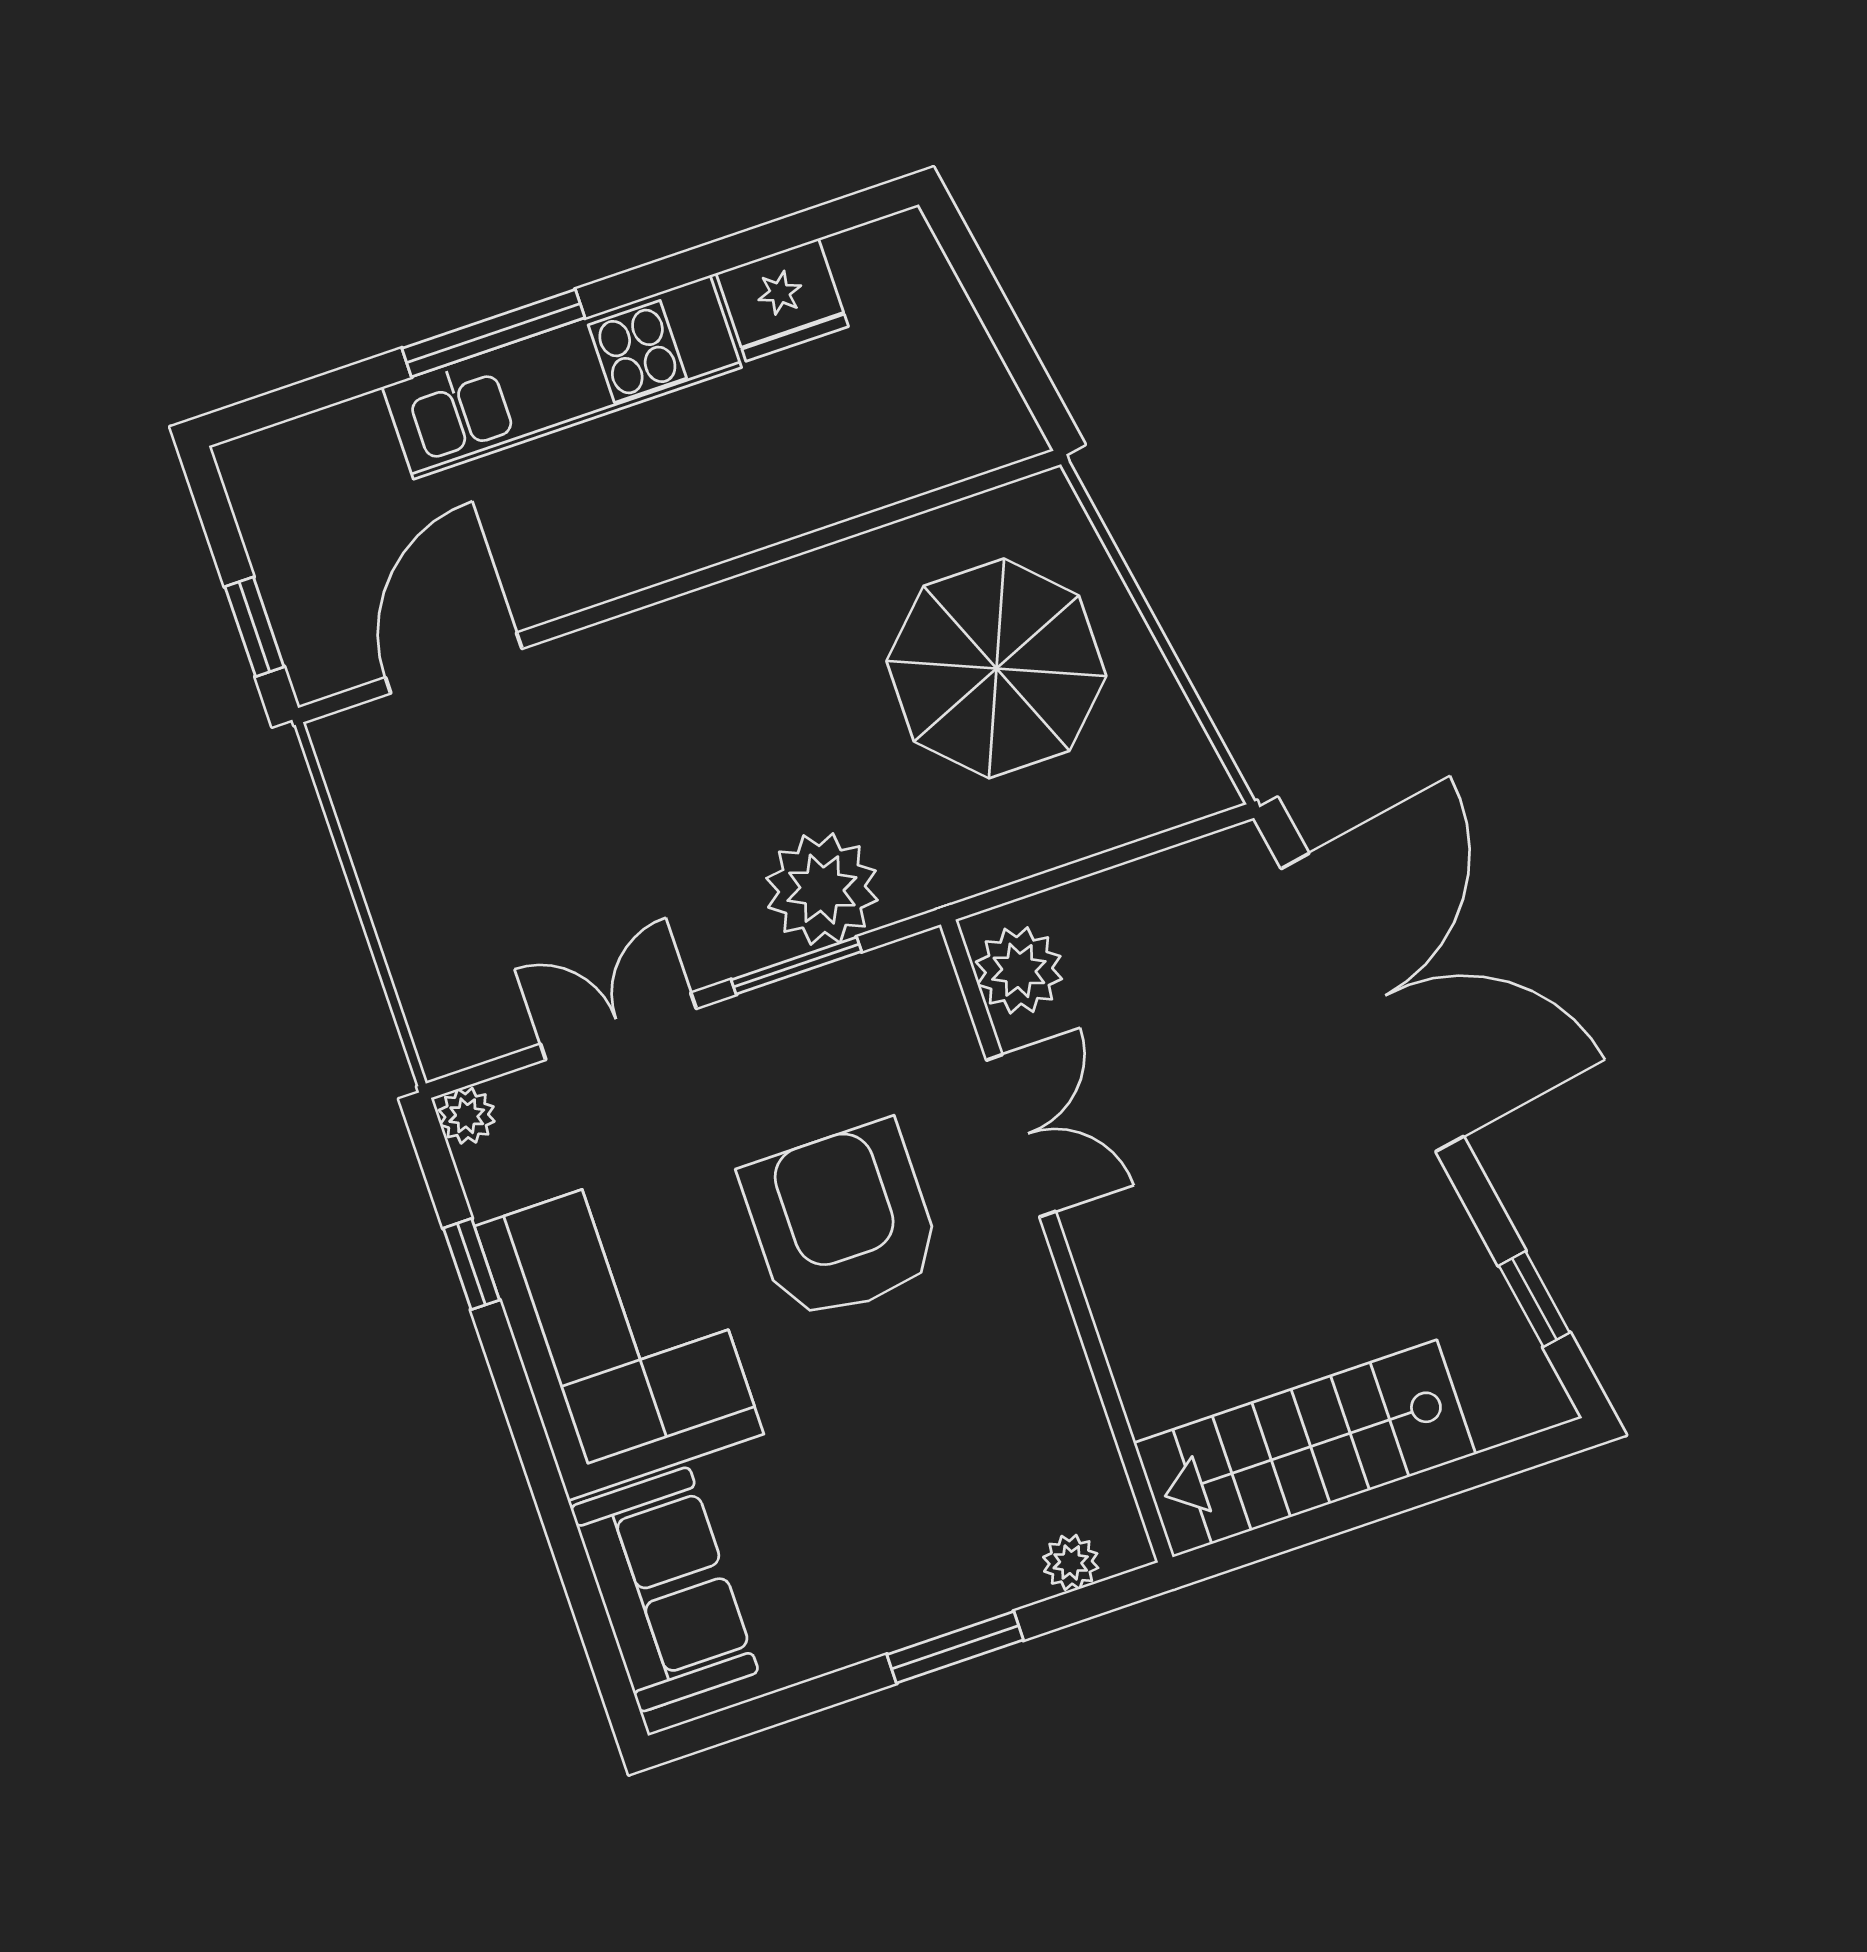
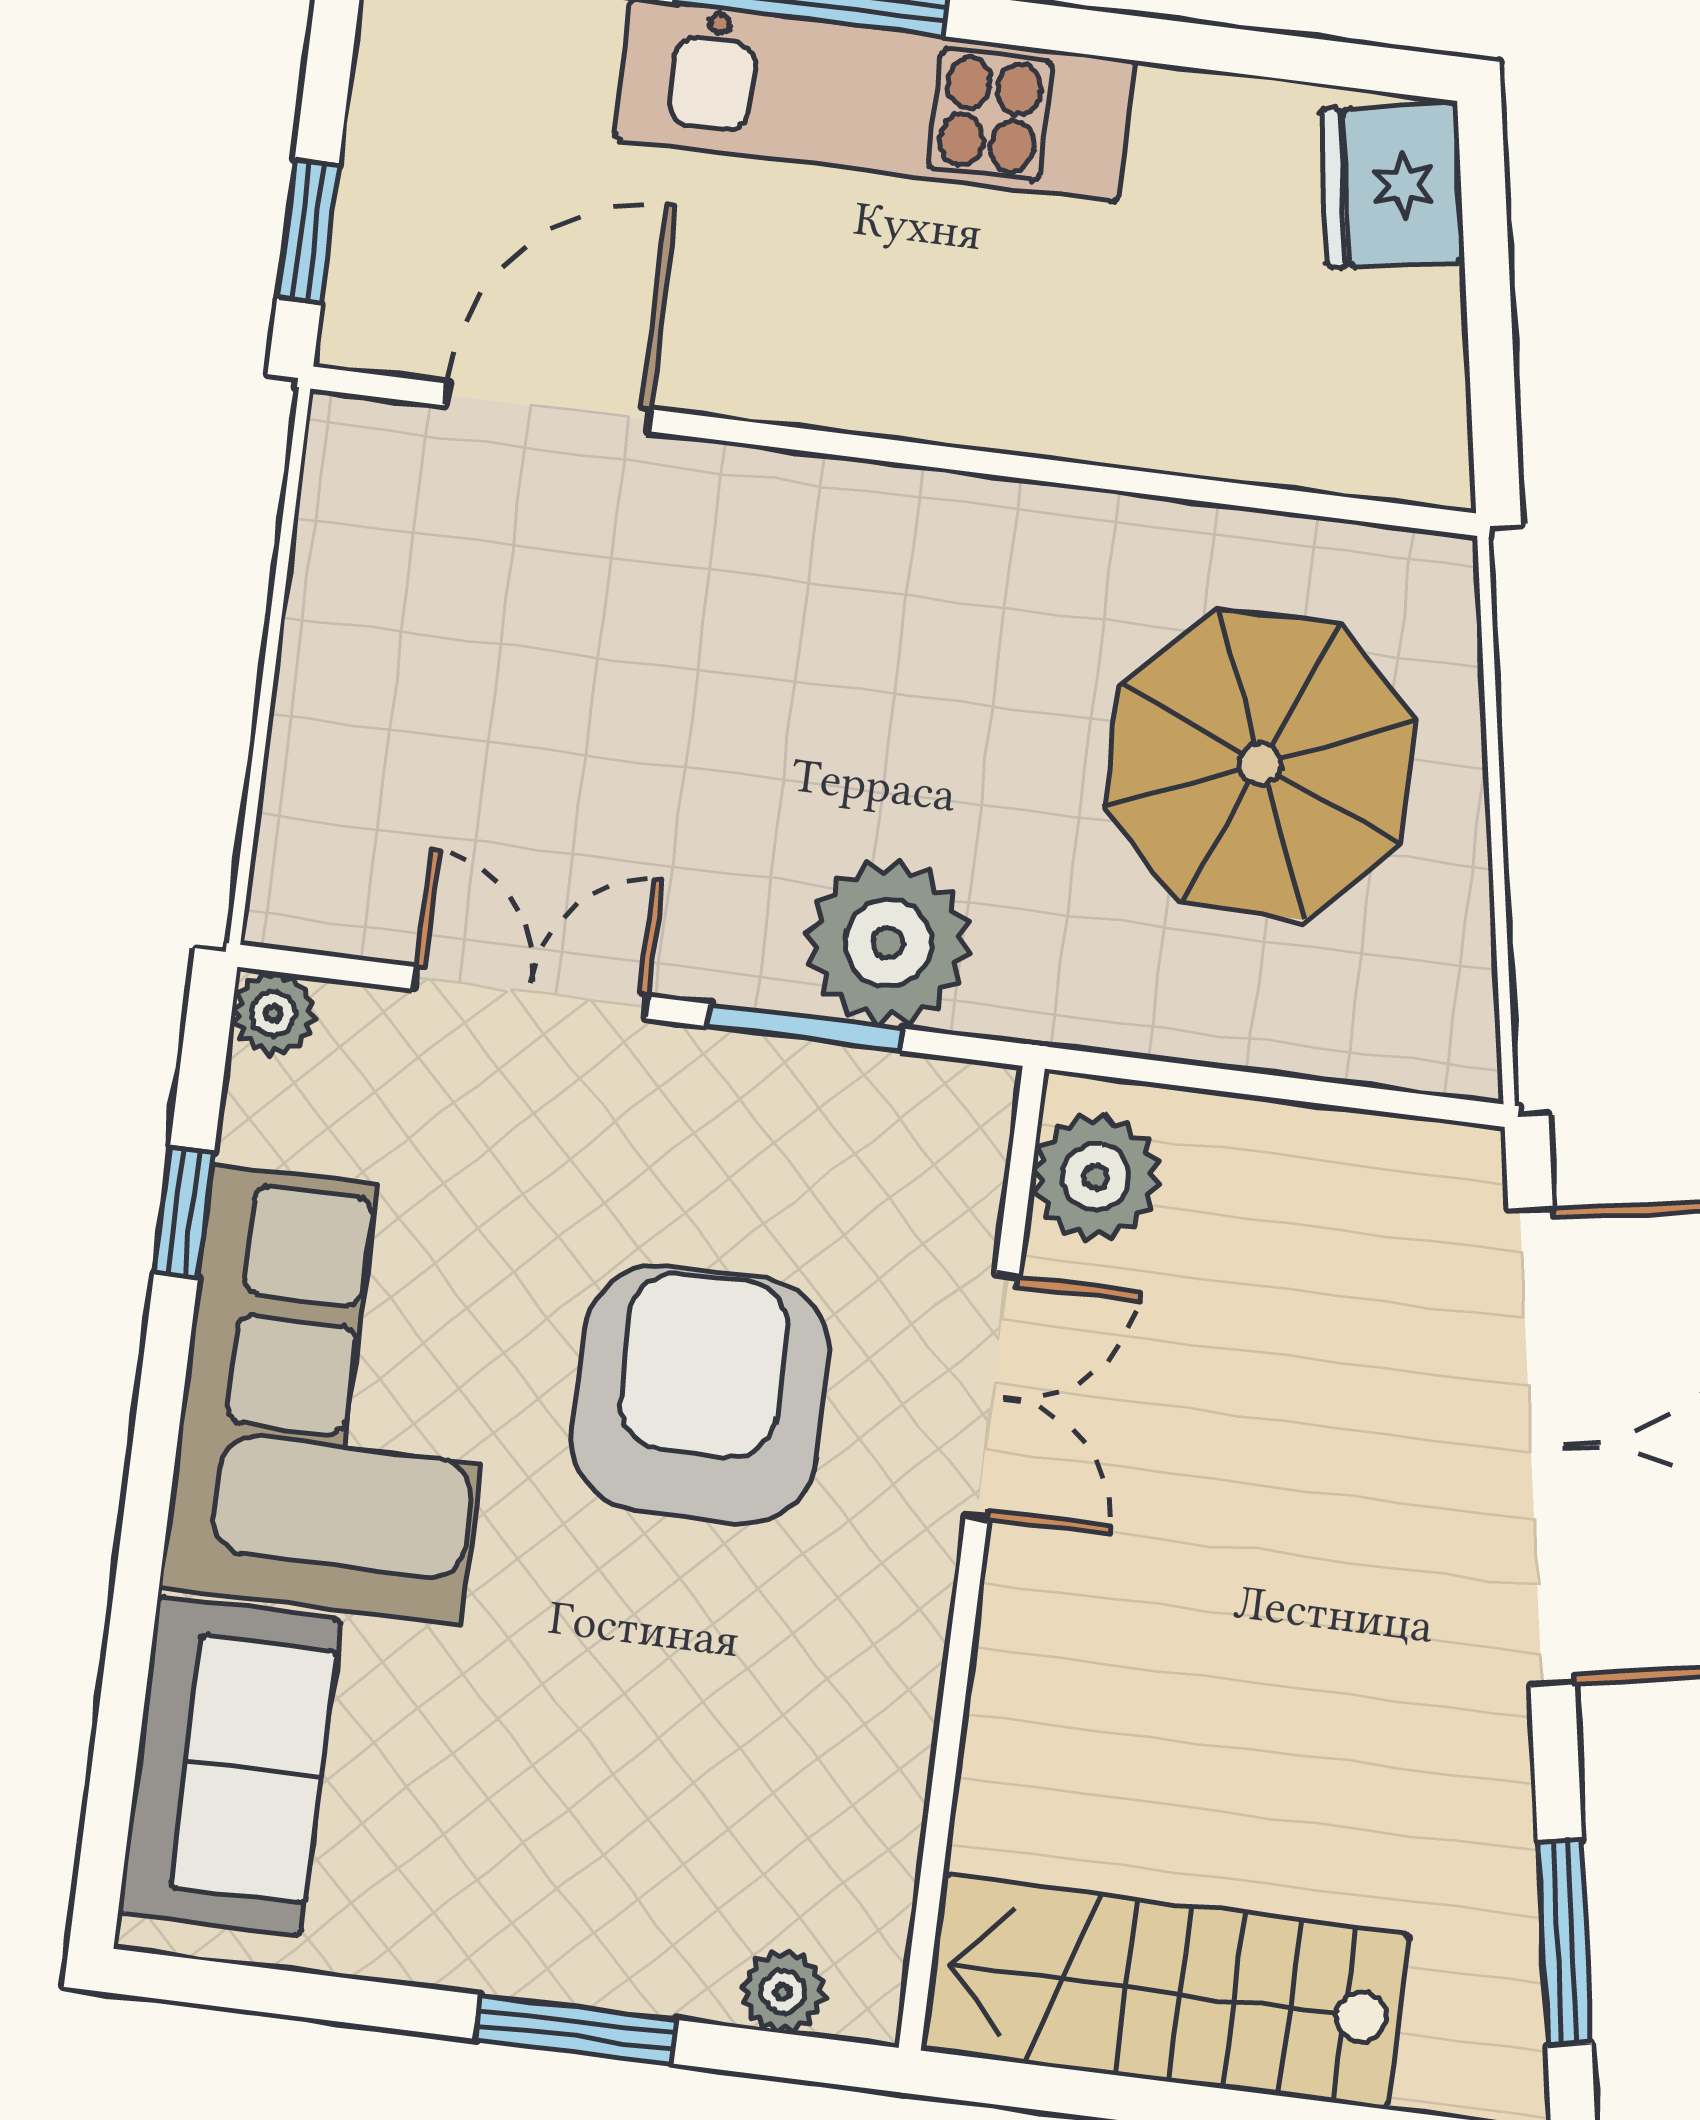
fridge: (782, 300) -> (1393, 185), moved, turned 80
window: (1534, 1299) -> (1565, 1943), width x1.50

